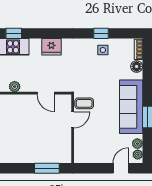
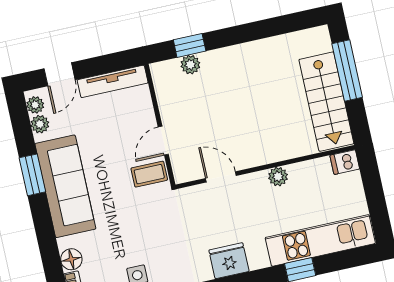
plant: (49, 158) -> (190, 65), added
tv unit: (93, 158) -> (113, 81), added
window: (47, 168) -> (190, 45), width x0.67

